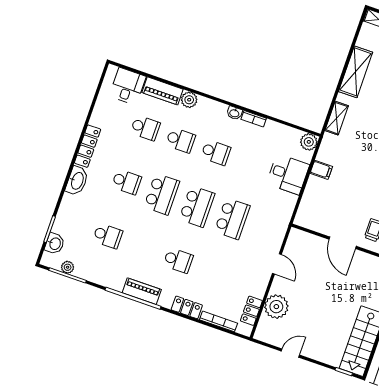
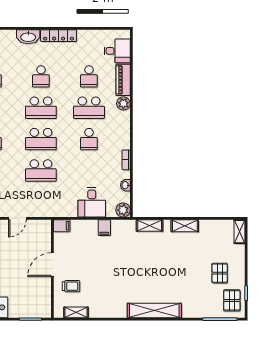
shelving: (356, 72) -> (185, 226), width x0.67, depth x0.75
washbasin: (234, 113) -> (125, 185), moved
school desk: (180, 140) -> (89, 108), width x1.85
filing cabinet: (302, 217) -> (62, 226), added

